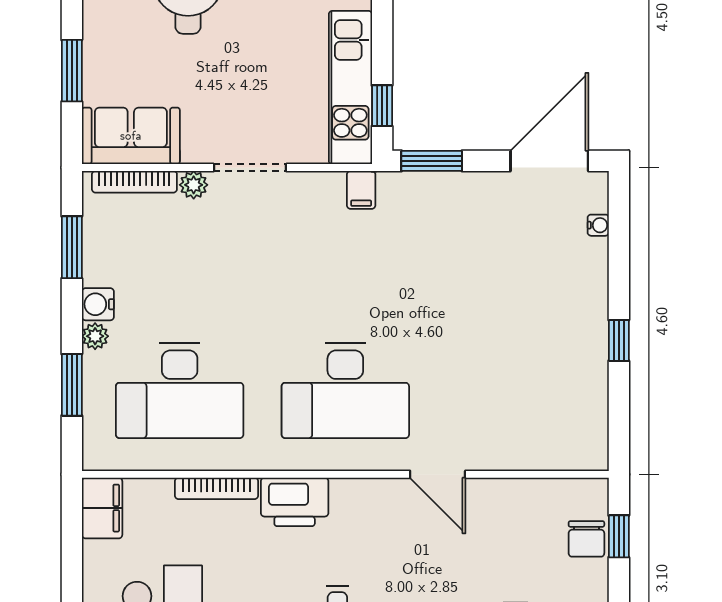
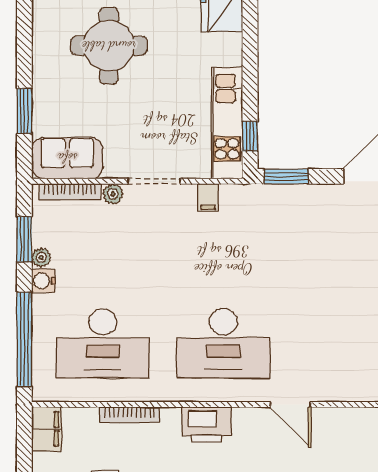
filing cabinet: (361, 190) -> (208, 198), moved
plant: (95, 336) -> (41, 257), moved
window: (72, 385) -> (24, 339), width x2.11
printer: (295, 502) -> (207, 425), moved

